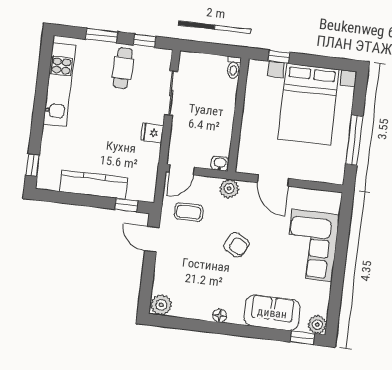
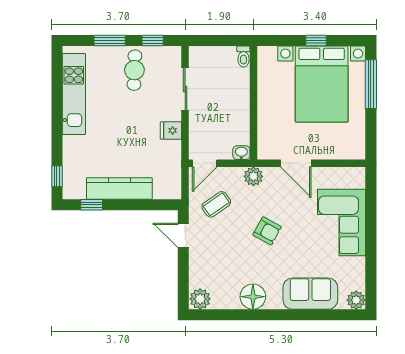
window: (279, 57) -> (316, 41), moved
window: (354, 140) -> (371, 84), moved
window: (126, 205) -> (92, 205), moved
coffee table: (189, 212) -> (216, 204), turned -35
floor lamp: (220, 316) -> (253, 297), width x1.89, depth x1.89
window: (302, 338) -> (343, 315), removed

